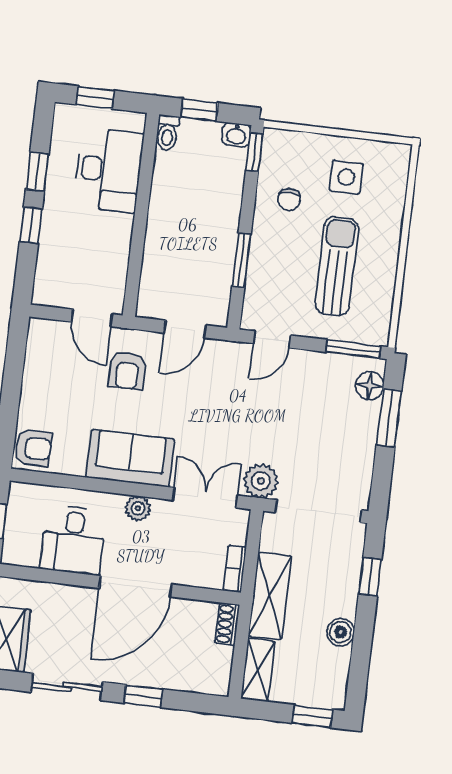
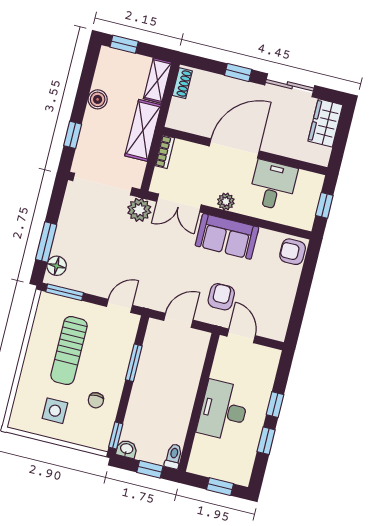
desk: (109, 170) -> (223, 410), moved
chair: (289, 199) -> (96, 400), turned 180
shoe rack: (227, 624) -> (182, 83), moved

